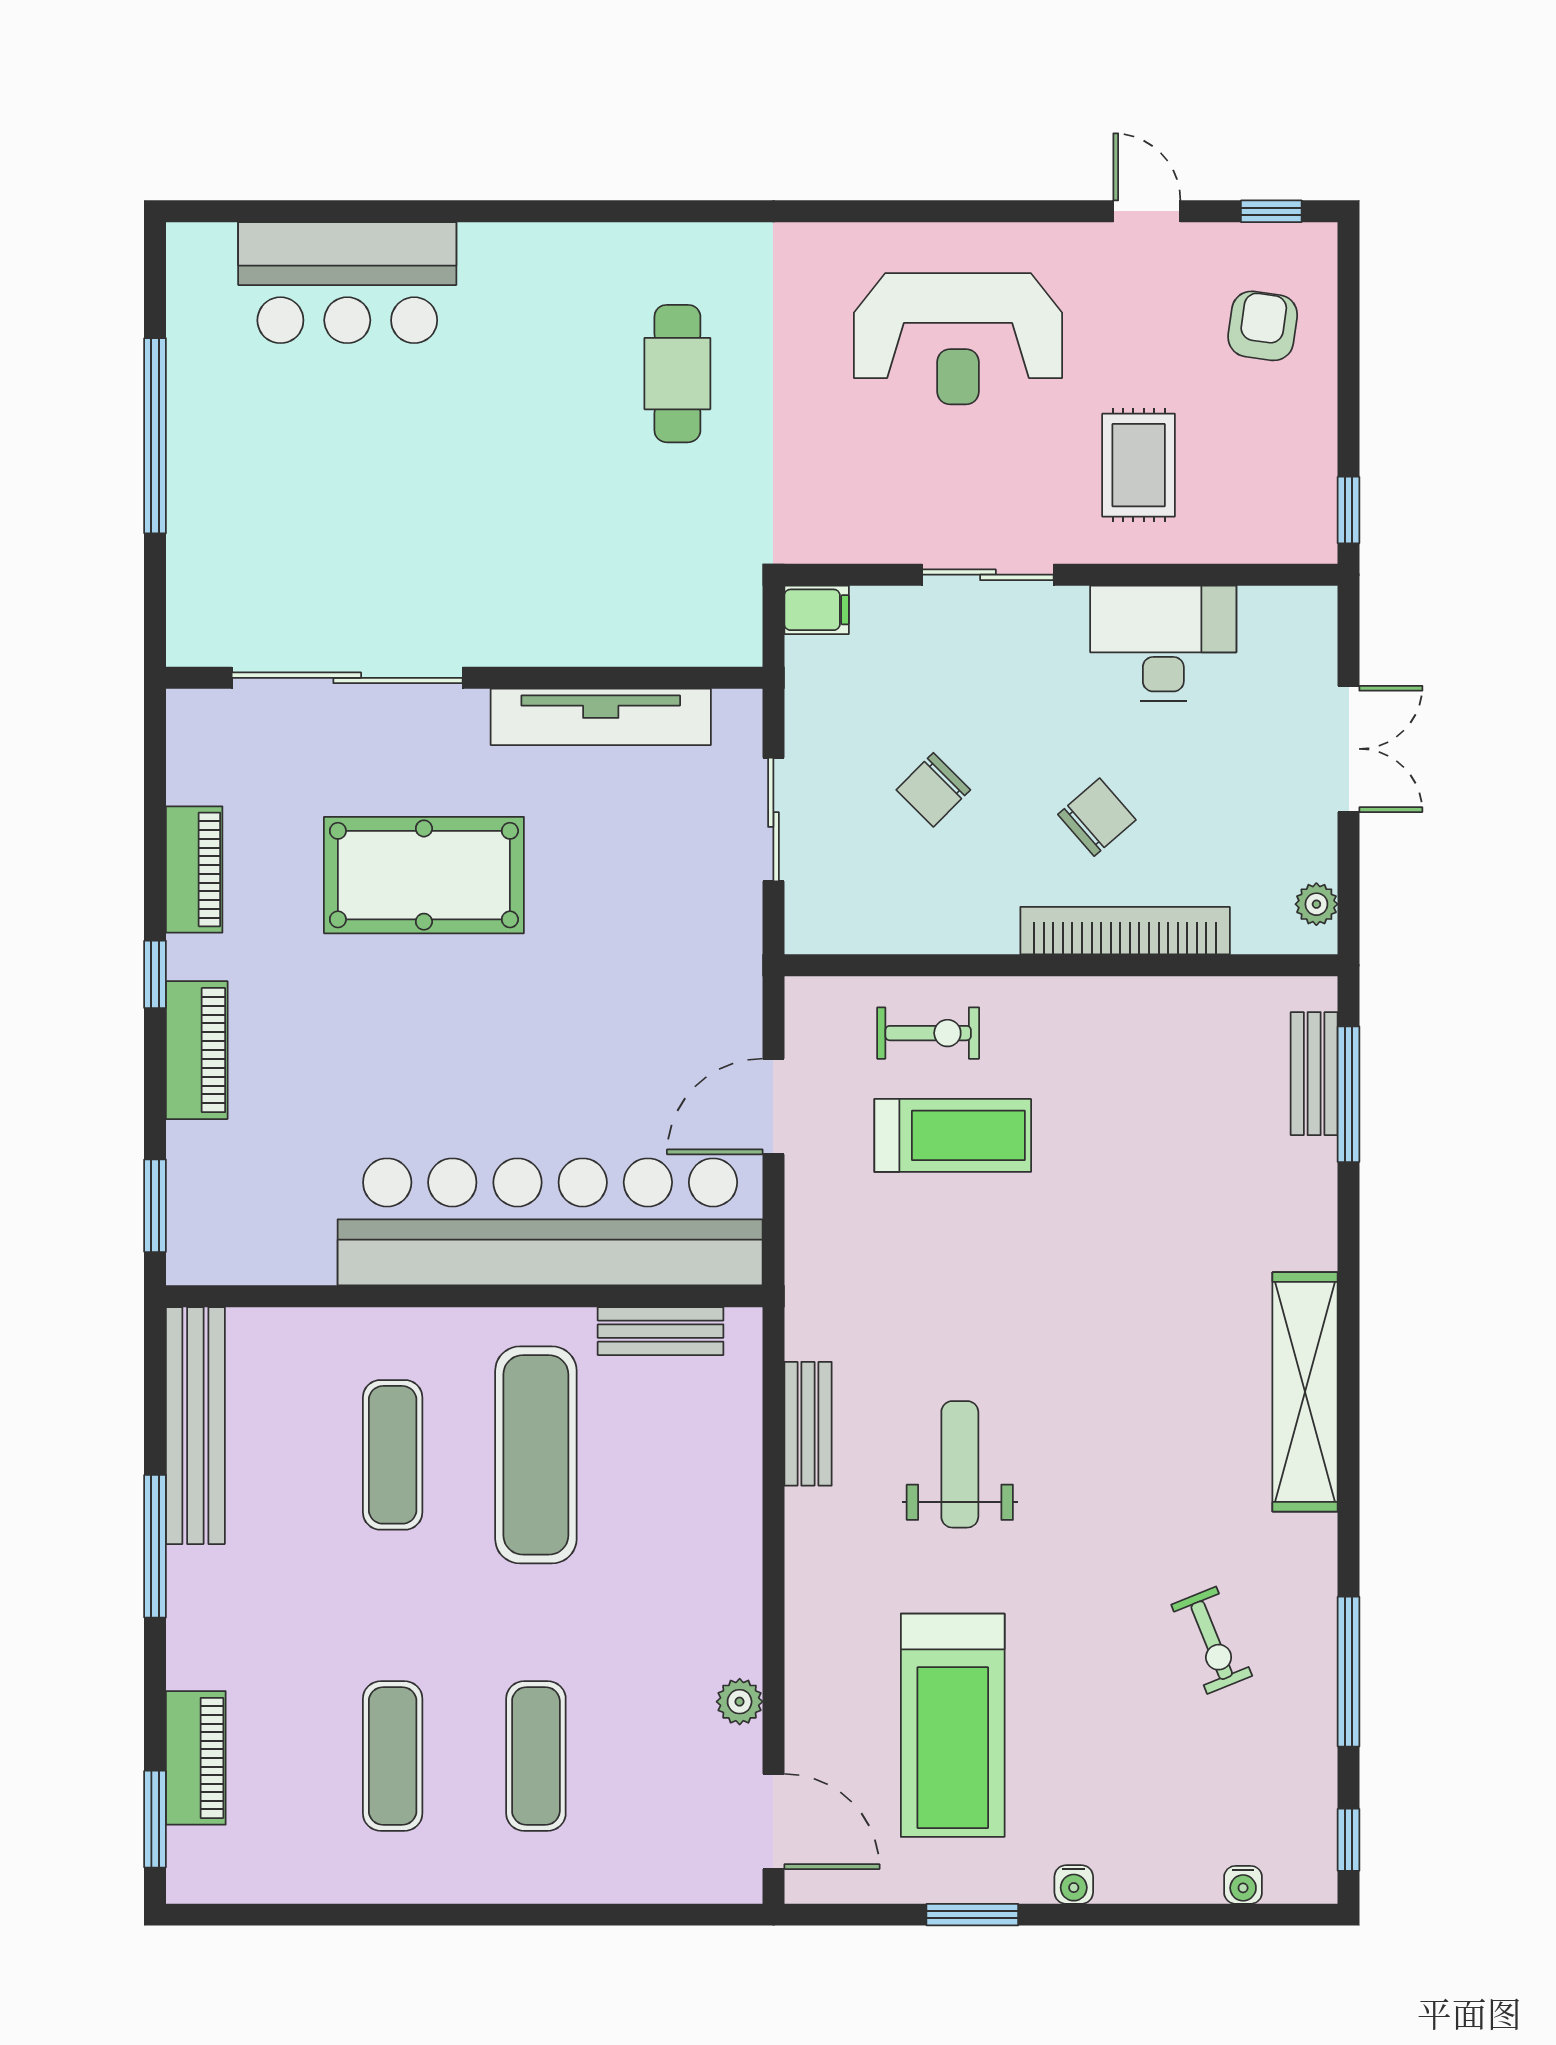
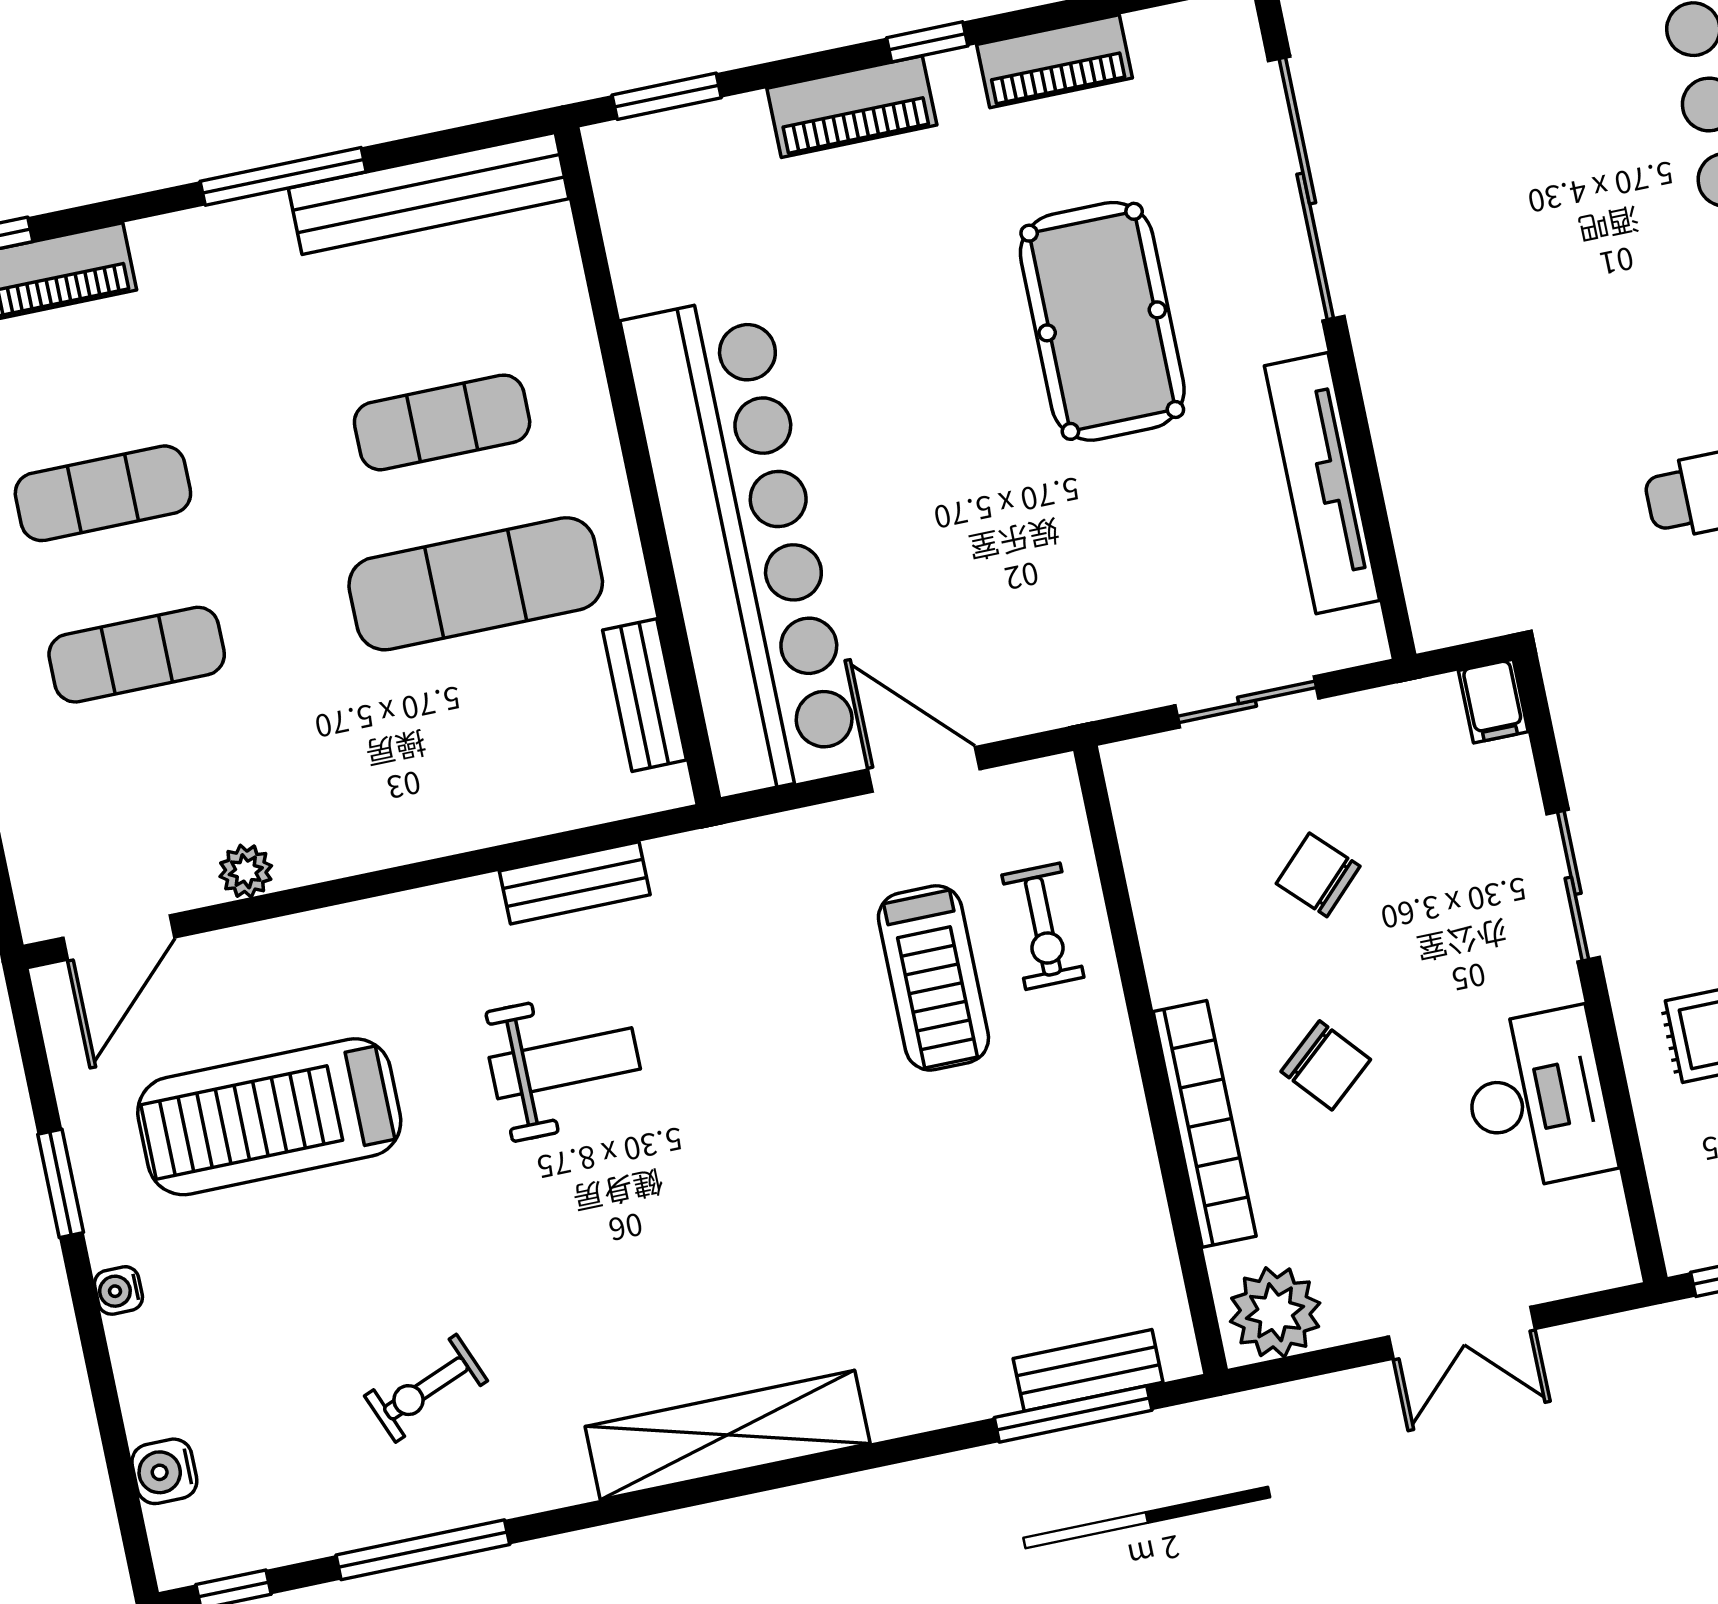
plant: (1316, 904) -> (1275, 1312), width x1.88, depth x1.88
water cooler: (1243, 1885) -> (164, 1471), width x1.38, depth x1.38

